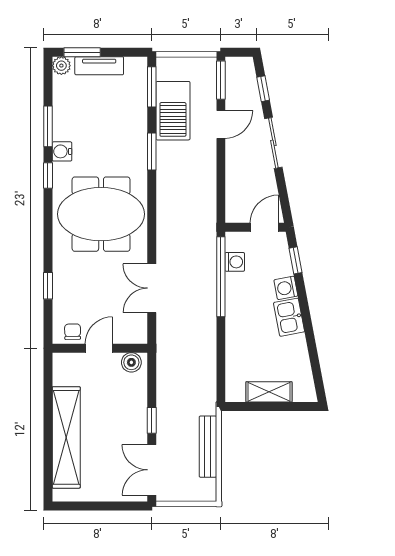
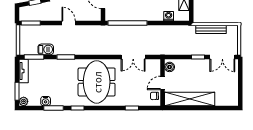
tv unit: (99, 66) -> (24, 71), moved
barbecue: (173, 111) -> (46, 49), width x0.53, depth x0.65
door: (221, 124) -> (69, 23), moved
water cooler: (62, 151) -> (46, 101), moved
washing machine: (235, 262) -> (169, 16), moved
door: (99, 348) -> (163, 83), hinge flipped
shelving: (66, 437) -> (190, 99), moved

